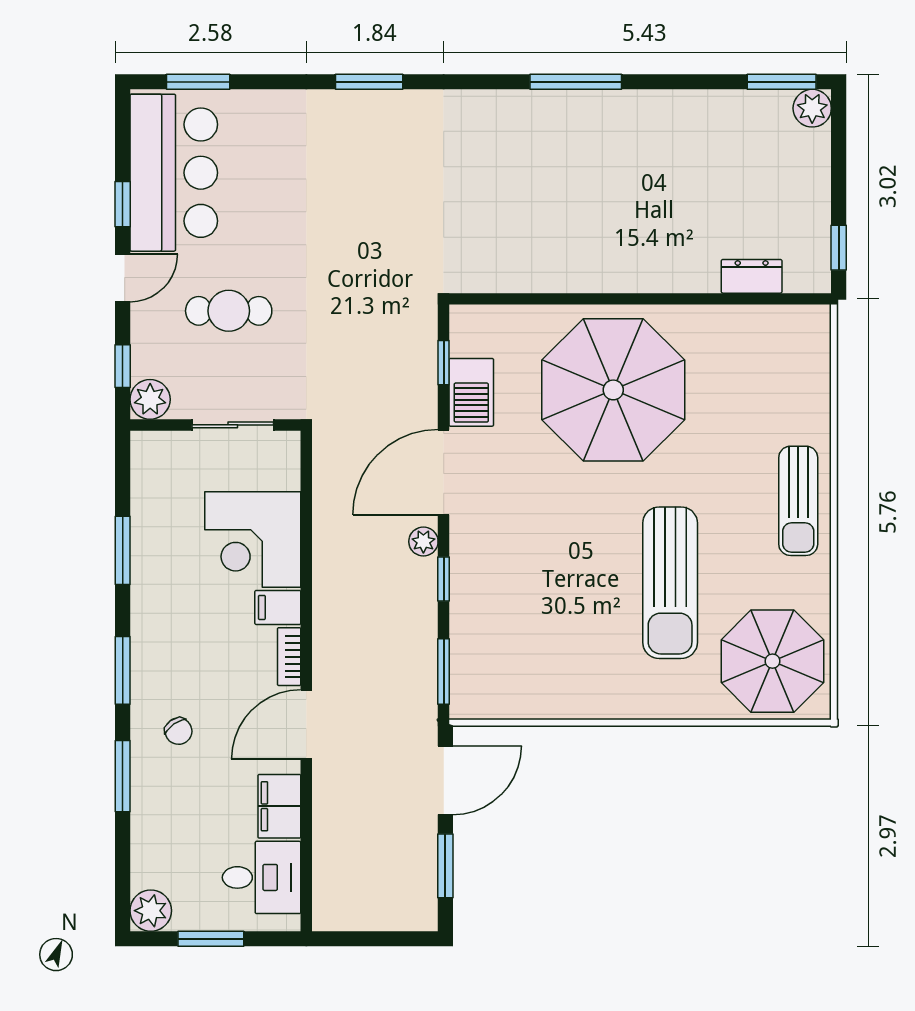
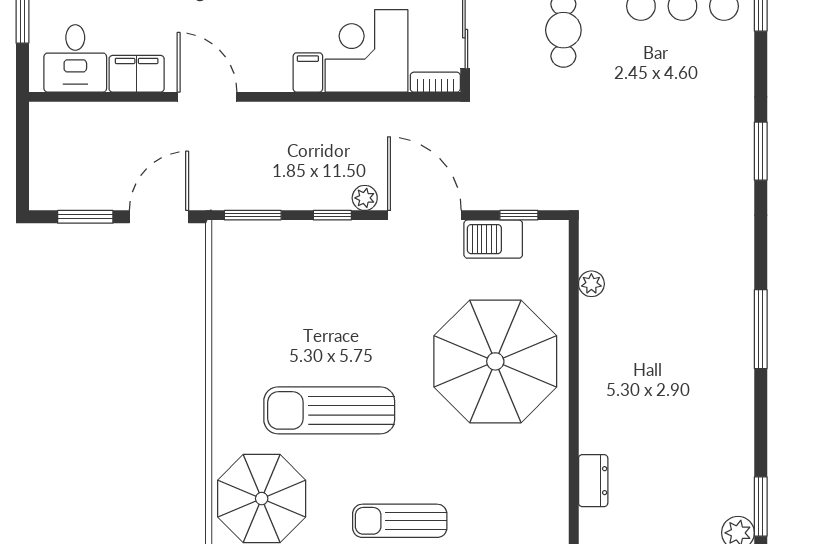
plant: (523, 278) -> (591, 284), added
bookcase: (289, 657) -> (435, 82), moved
door: (445, 780) -> (159, 217), swing flipped

